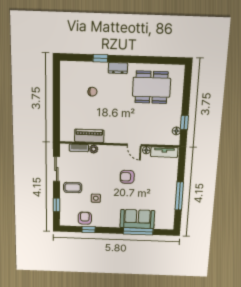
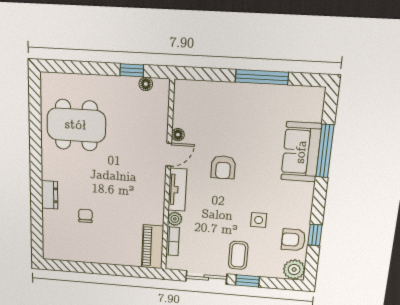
window: (100, 58) -> (36, 202), removed
dresser: (118, 68) -> (50, 195), moved
dining table: (151, 87) -> (76, 125), turned 90
piano: (89, 136) -> (153, 247), moved
tv unit: (164, 152) -> (177, 190), moved
window: (56, 205) -> (247, 281), moved
plant: (66, 220) -> (294, 270), added

